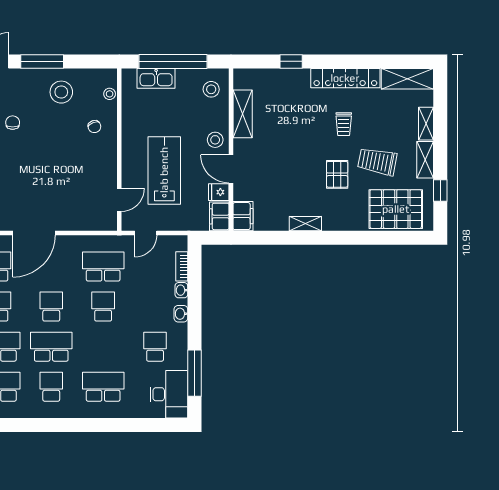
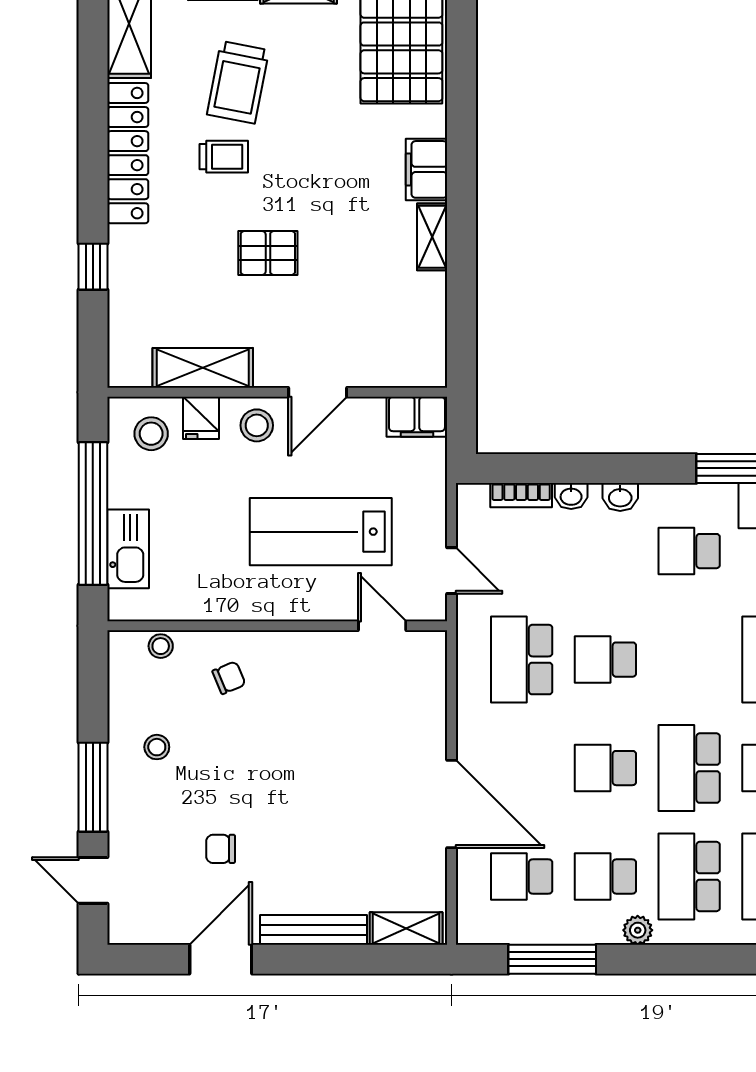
stool: (61, 92) -> (157, 747), width x0.53, depth x0.53
trolley: (377, 161) -> (238, 82), moved
pallet: (337, 174) -> (268, 253), moved
fridge: (219, 192) -> (201, 418), moved
filing cabinet: (243, 216) -> (427, 169), moved, turned -90

